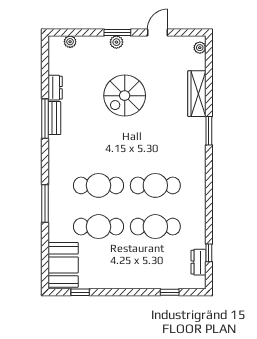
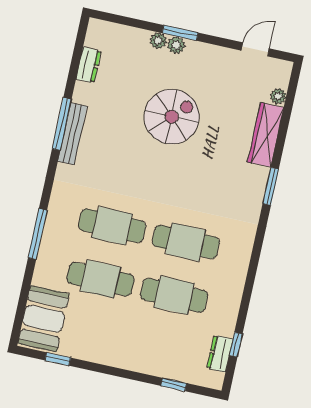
door: (158, 32) -> (255, 49), moved
plant: (70, 42) -> (158, 41), moved
plant: (200, 48) -> (278, 96), moved
dresser: (55, 88) -> (88, 65), moved
spiral stairs: (125, 96) -> (172, 117), turned 180
bench: (54, 118) -> (72, 134), width x1.36

